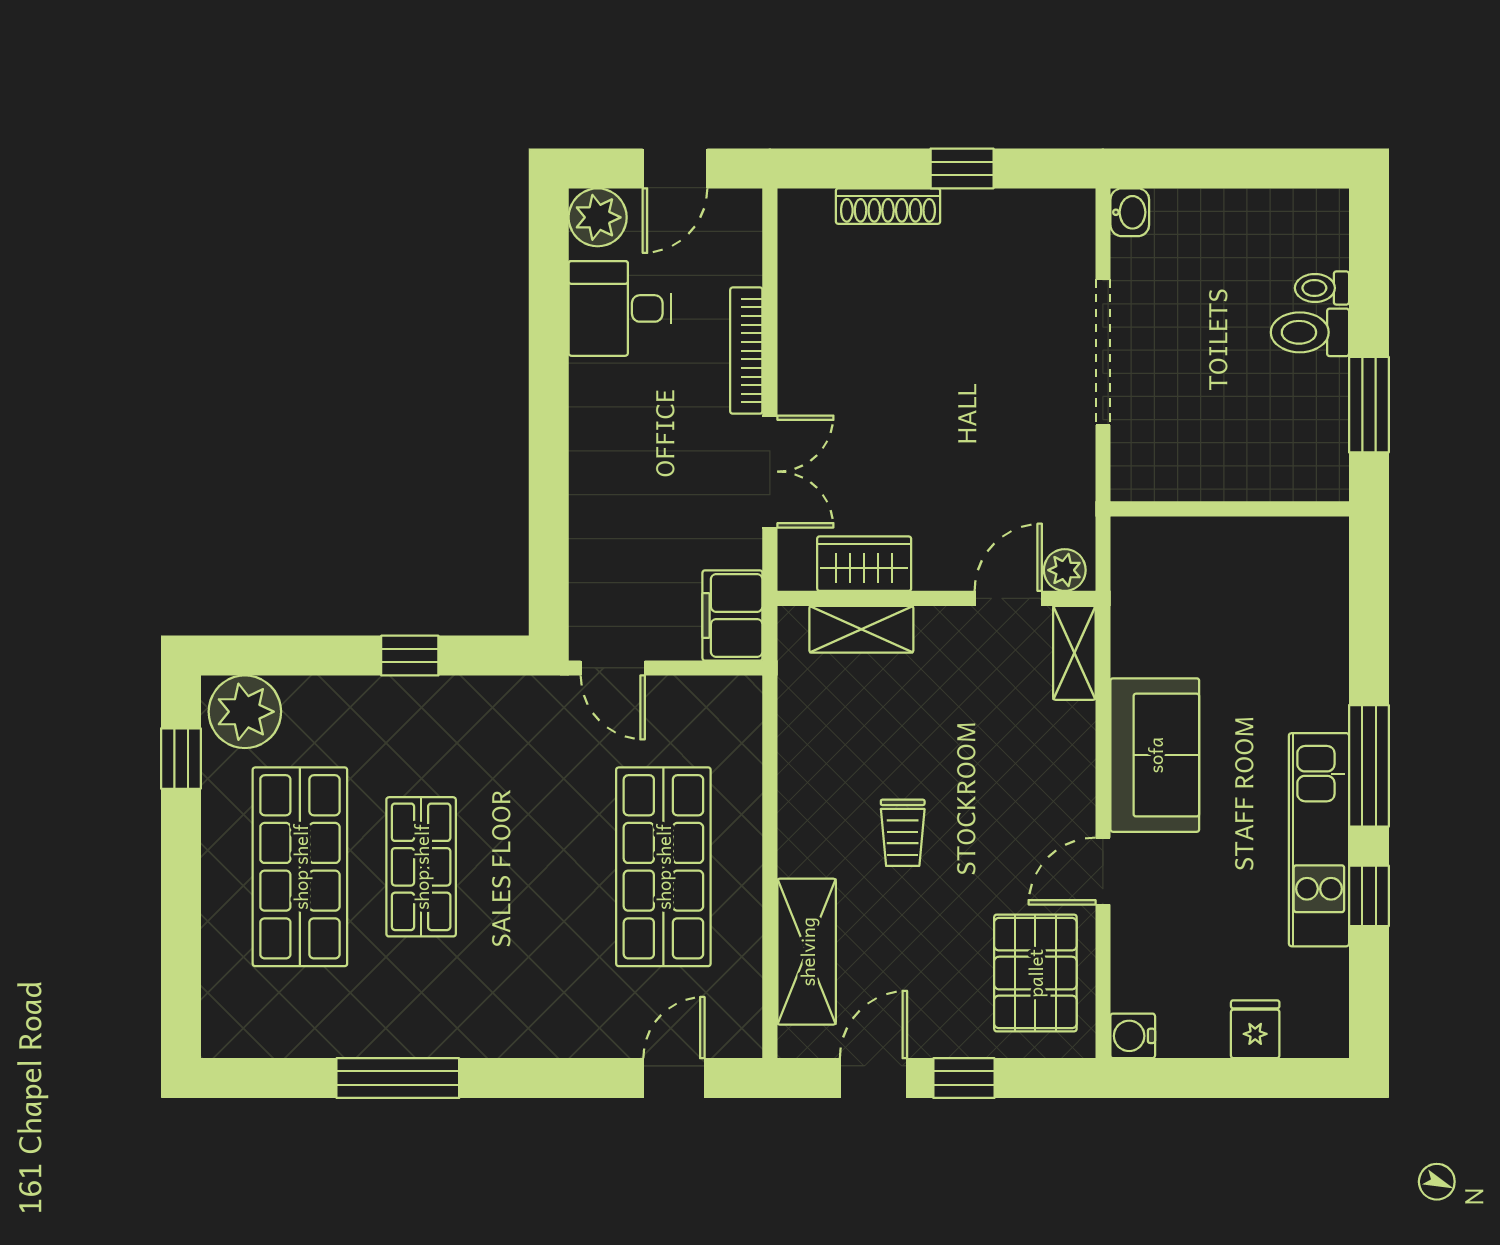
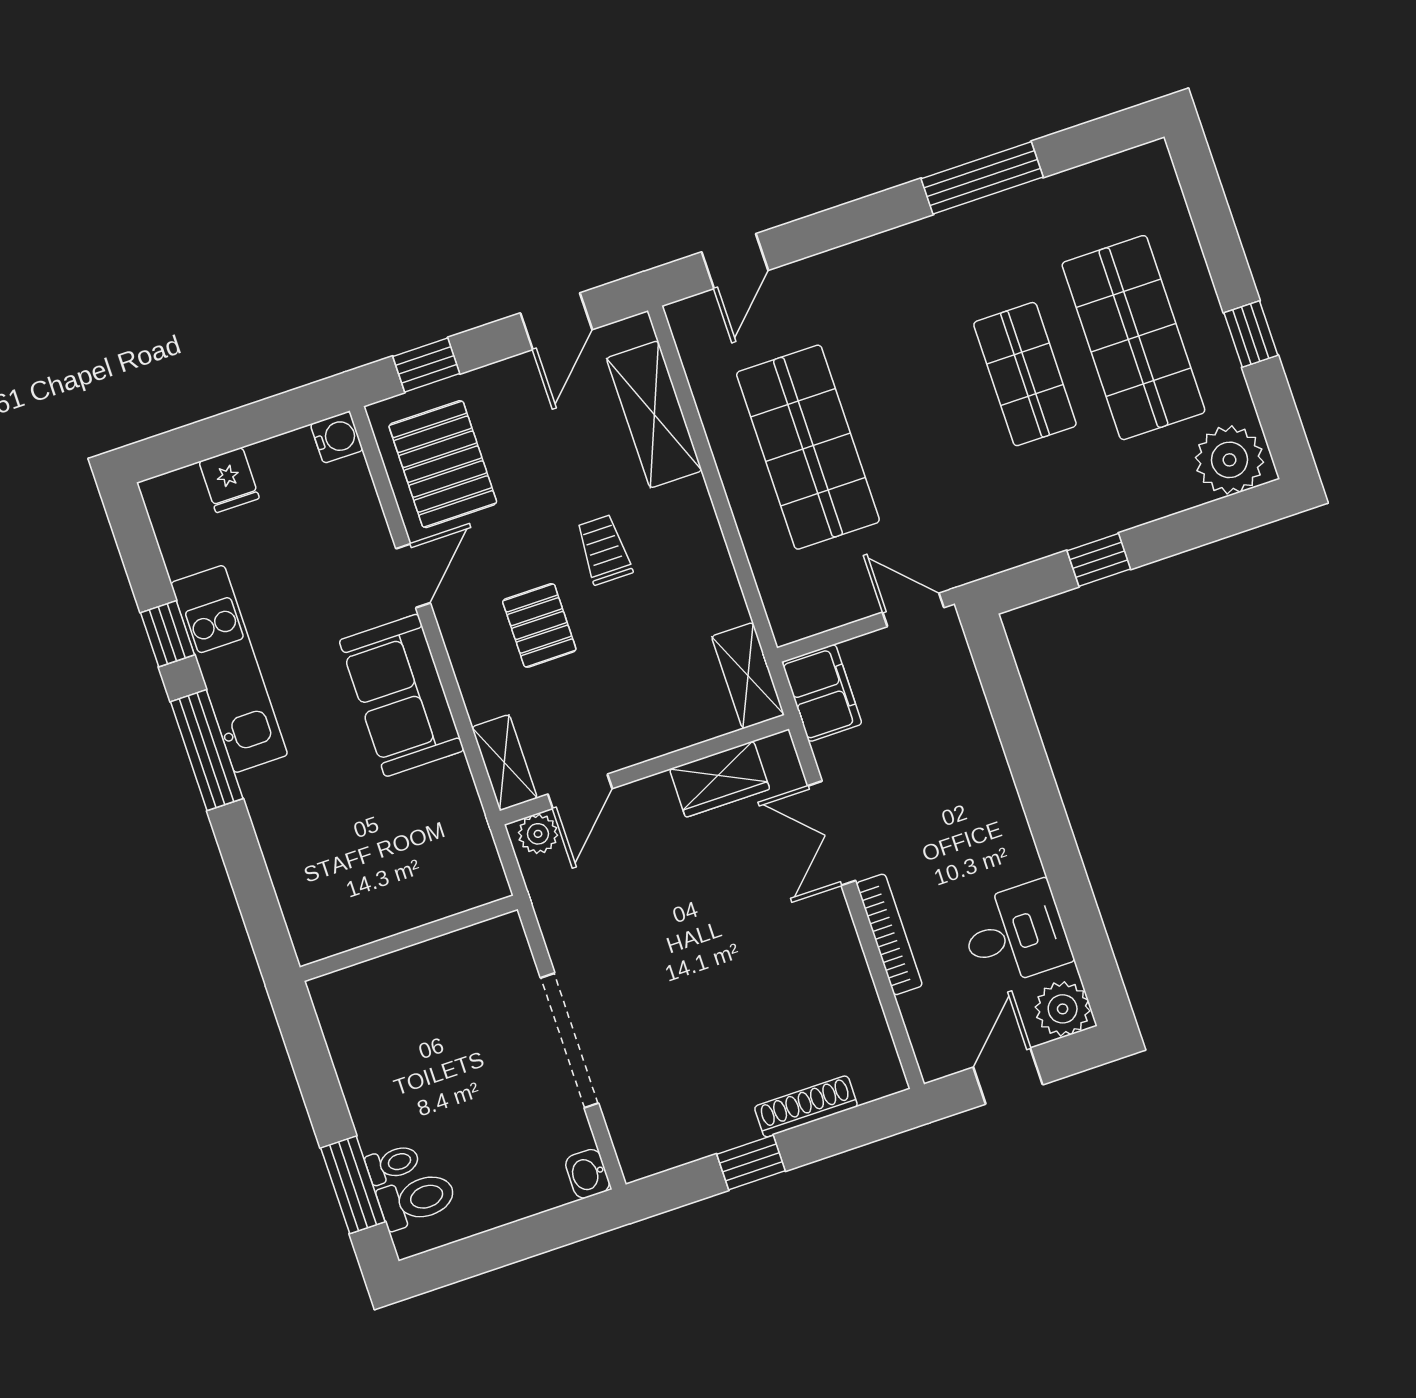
toilet: (1310, 332) -> (417, 1200), moved
window: (1369, 405) -> (353, 1185), moved
shelving: (861, 629) -> (748, 676), moved, turned 90
window: (181, 759) -> (1251, 334), moved
pallet: (993, 779) -> (539, 625), added
window: (964, 1078) -> (426, 365), moved

